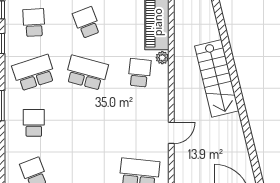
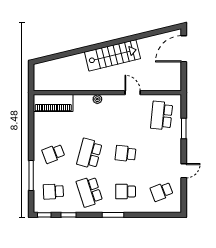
plant: (162, 58) -> (97, 99), moved
school desk: (139, 73) -> (126, 154), moved
stairs: (217, 78) -> (112, 55), moved

